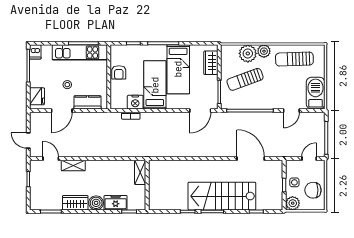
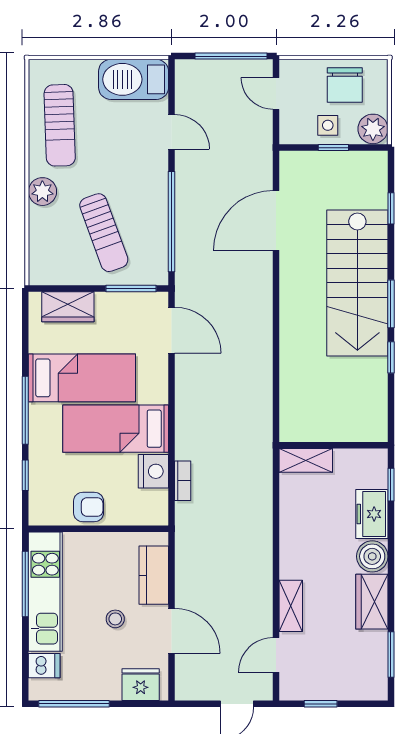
dishwasher: (35, 52) -> (44, 666), moved
plant: (248, 53) -> (48, 227), removed

